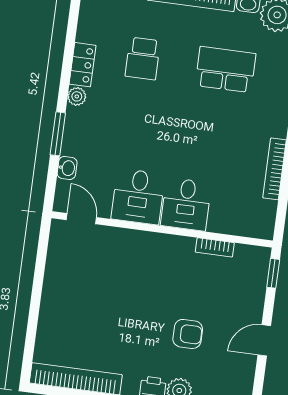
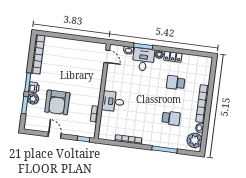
school desk: (225, 69) -> (171, 118), width x0.54
desk: (138, 196) -> (143, 59), moved, turned 90
door: (81, 219) -> (107, 57), hinge flipped
armchair: (188, 334) -> (57, 102), width x1.88, depth x1.88

